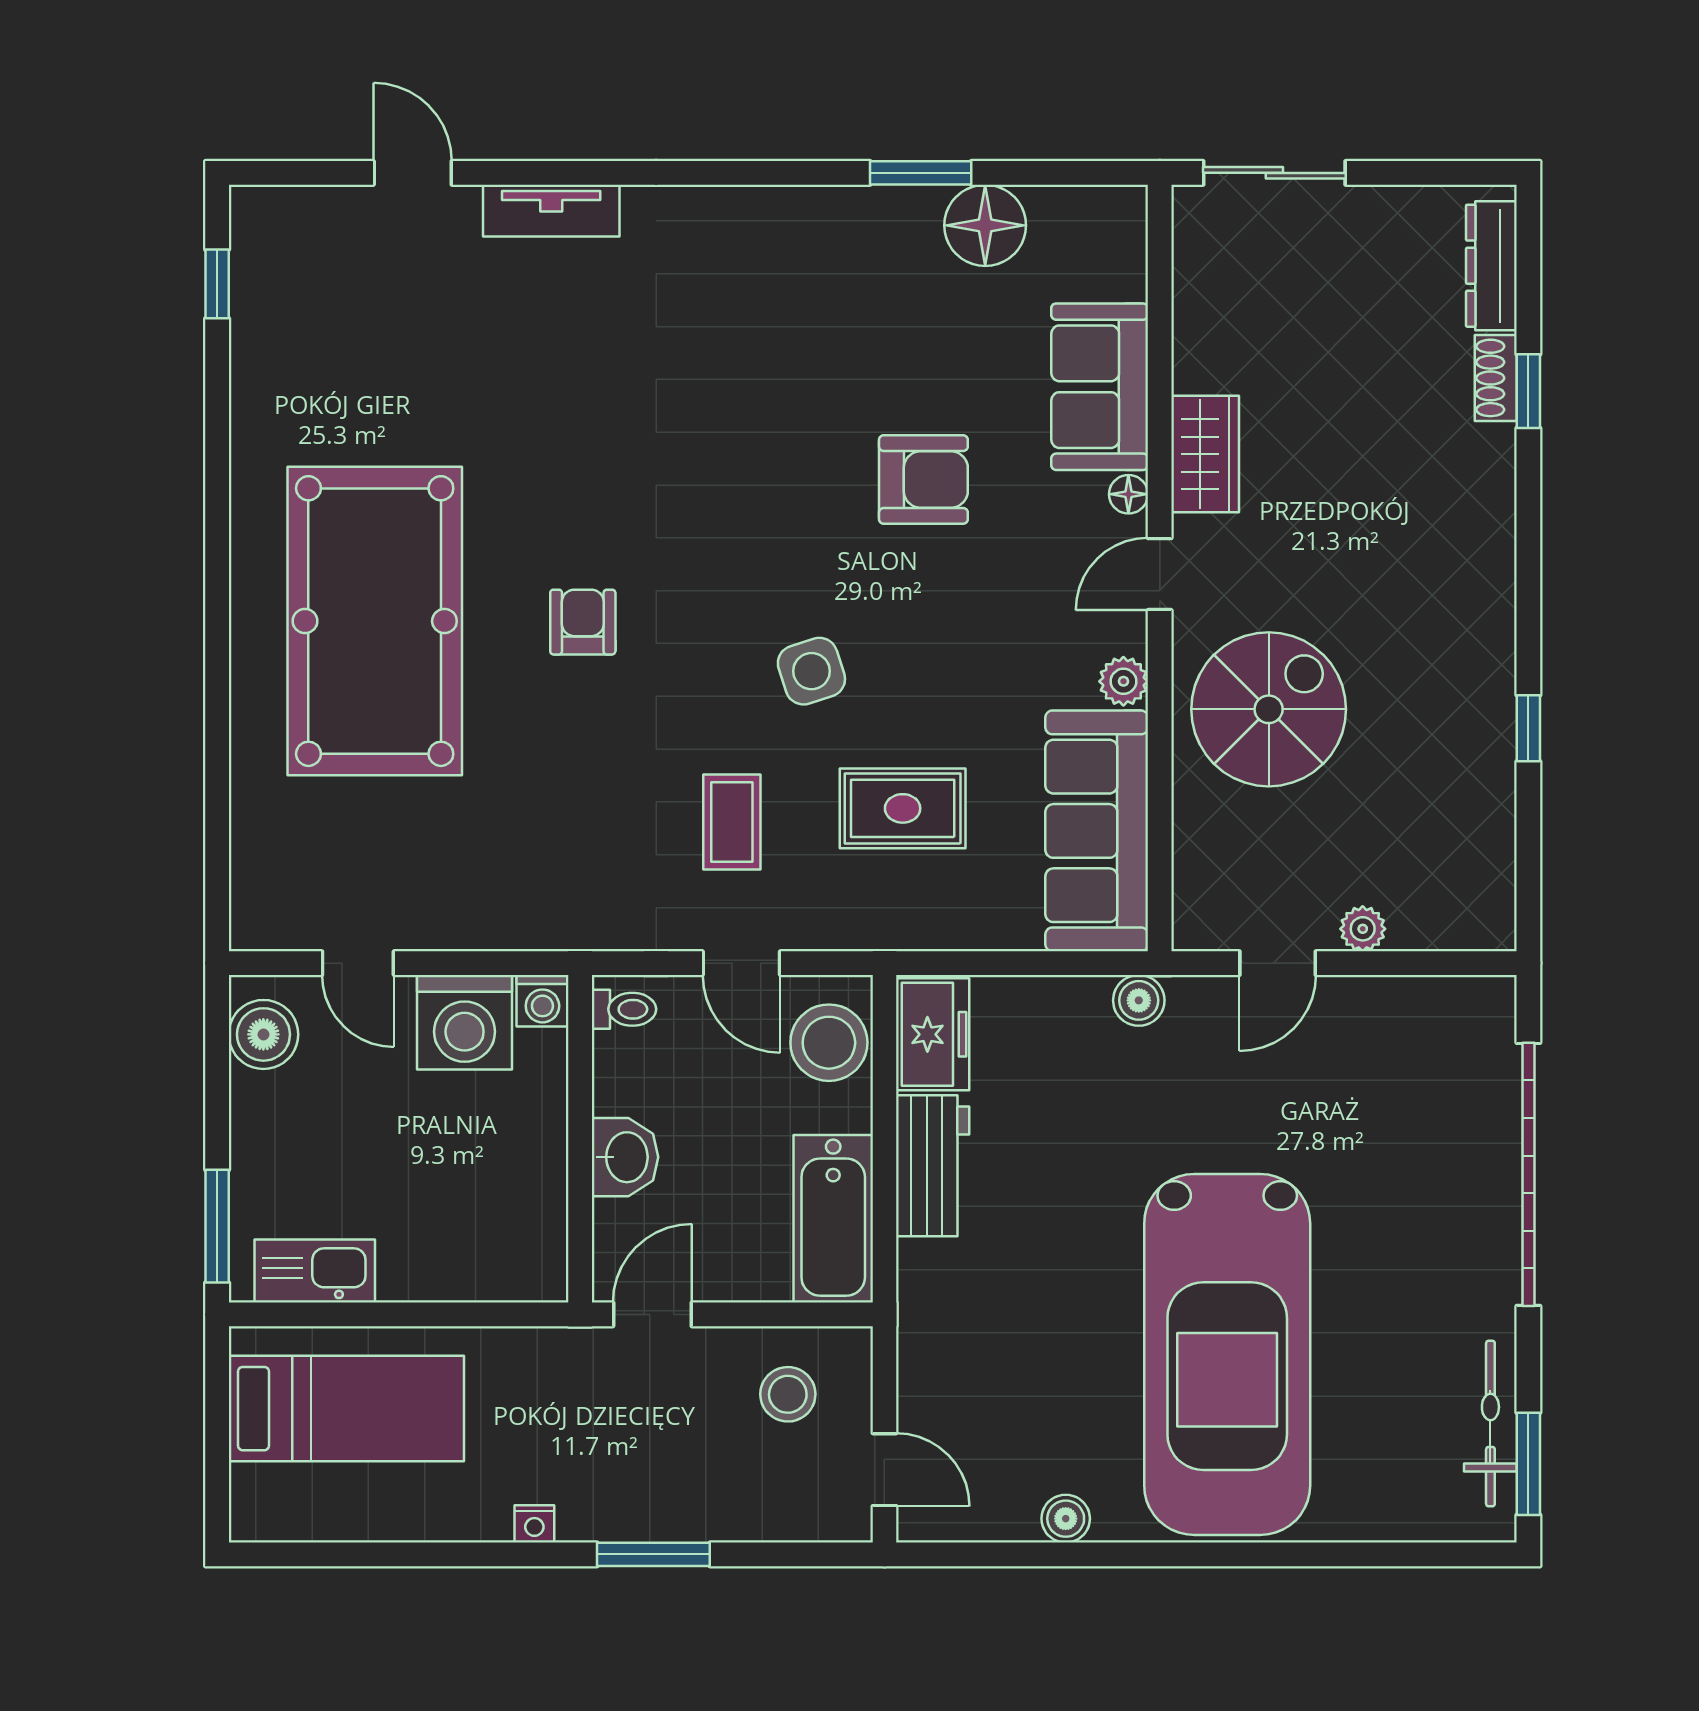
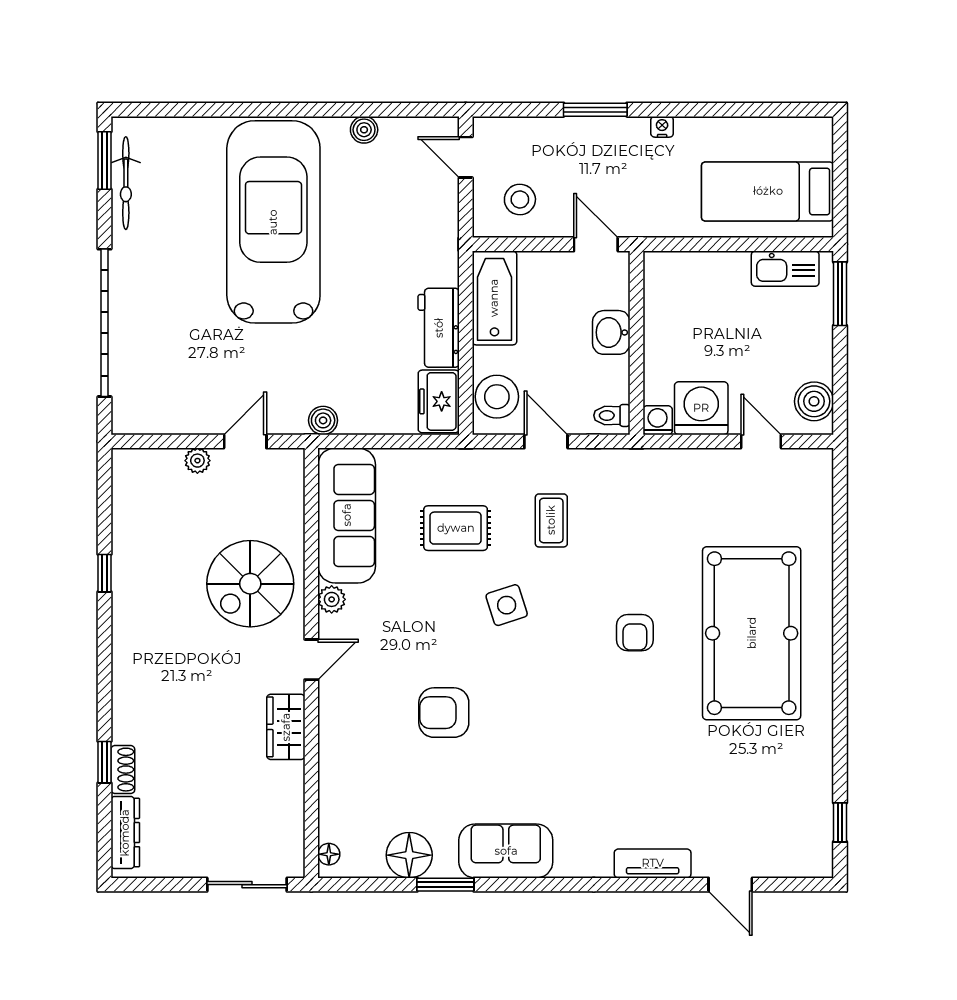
sofa: (1100, 387) -> (506, 851), moved, turned -90
floor lamp: (1128, 494) -> (329, 854), moved
door: (652, 1314) -> (596, 244), swing flipped

